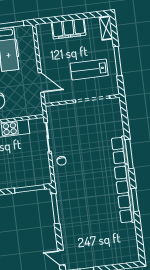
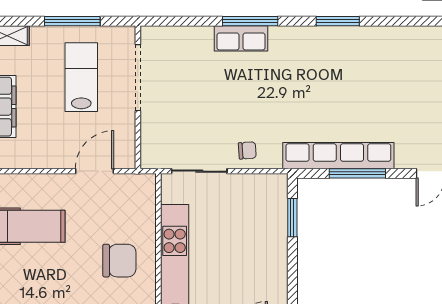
lab bench: (89, 69) -> (81, 77), turned 180
window: (29, 189) -> (292, 218), width x0.69
row of seats: (125, 194) -> (338, 156), moved, turned 180
window: (55, 209) -> (357, 173), moved

